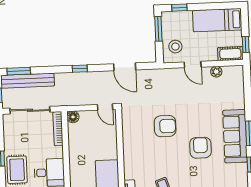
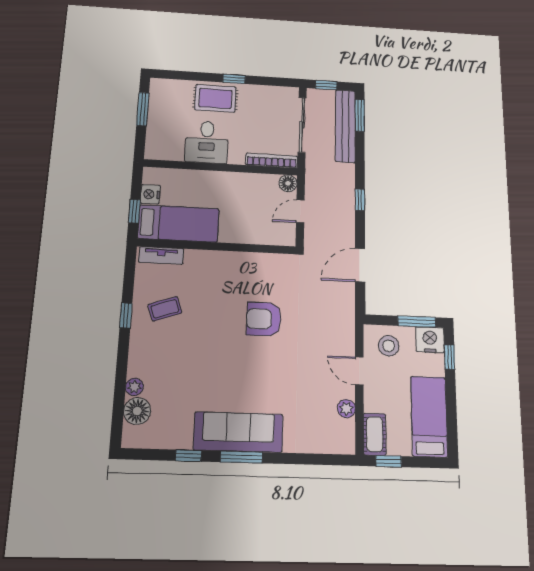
nightstand: (169, 20) -> (430, 340), added
door: (193, 65) -> (359, 371), hinge flipped
door: (105, 107) -> (300, 211), moved
armchair: (165, 126) -> (264, 319), turned 90
armchair: (200, 148) -> (224, 373), removed

